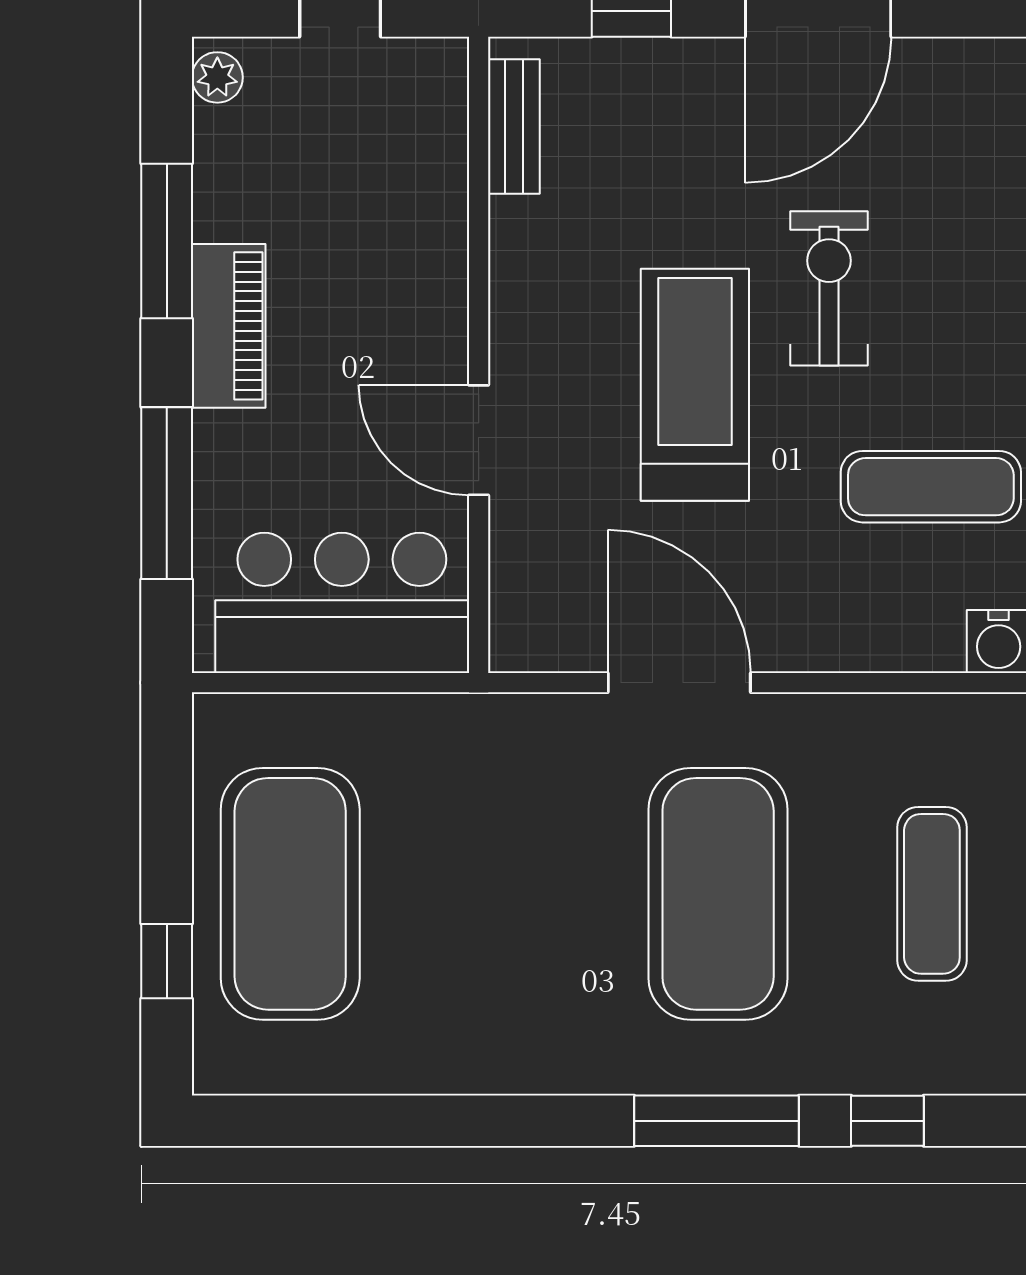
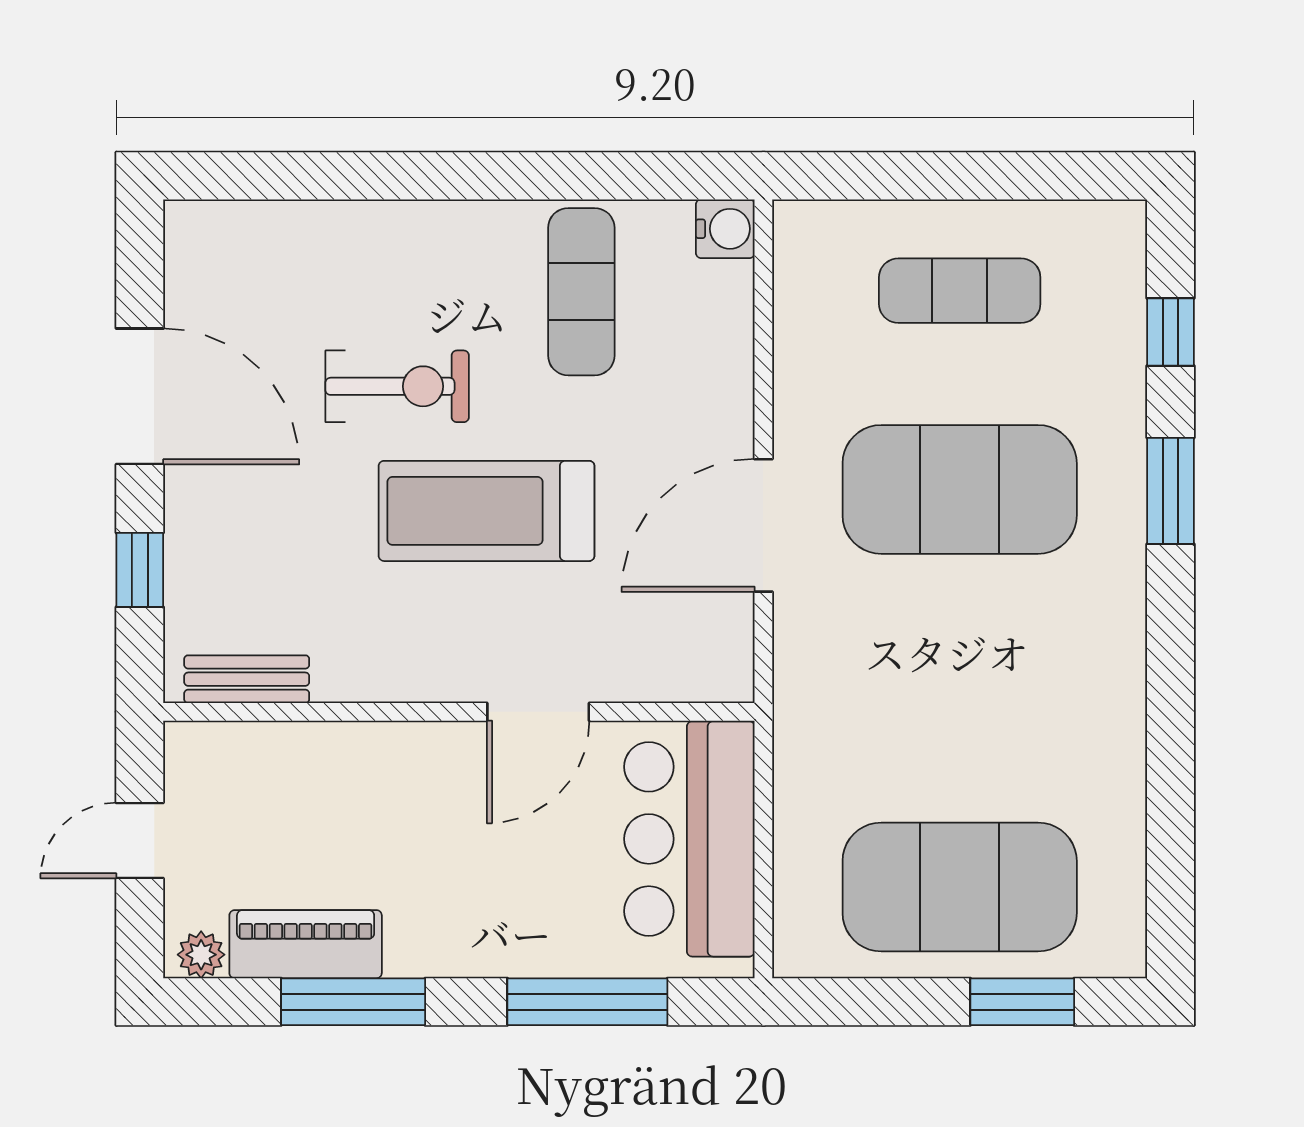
exercise bike: (829, 288) -> (397, 386), turned 180
piano: (229, 326) -> (306, 944), moved
window: (167, 961) -> (1022, 1002), width x1.50
window: (717, 1121) -> (1170, 491), width x0.69

